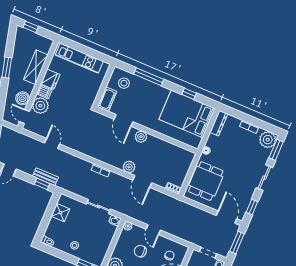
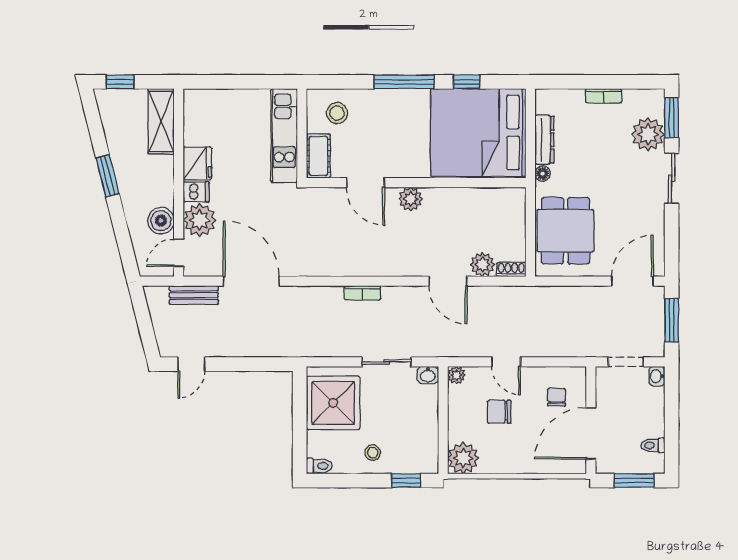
kitchen unit: (79, 58) -> (284, 136), moved, turned 90
shelving: (36, 67) -> (161, 121), moved
window: (149, 77) -> (404, 82), moved
bed: (187, 114) -> (478, 132), width x1.36
door: (24, 116) -> (179, 253), hinge flipped
dresser: (219, 123) -> (544, 140), moved
plant: (268, 140) -> (648, 134), moved
door: (52, 143) -> (251, 281), width x1.88
plant: (129, 167) -> (483, 265), moved
bench: (45, 177) -> (194, 295), moved
window: (42, 184) -> (264, 364), removed
window: (252, 207) -> (672, 243), removed
shower: (60, 213) -> (333, 403), width x1.86, depth x1.86
door: (227, 217) -> (632, 281), hinge flipped

